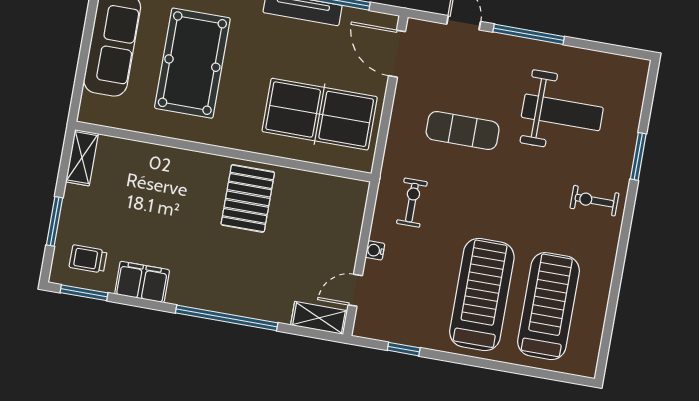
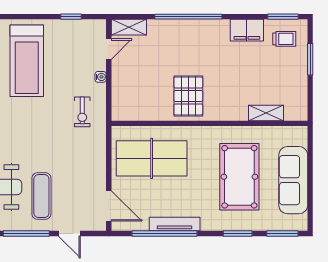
exercise mat: (463, 131) -> (41, 196), moved, turned 90
shelving: (82, 158) -> (266, 113), moved, turned 90

